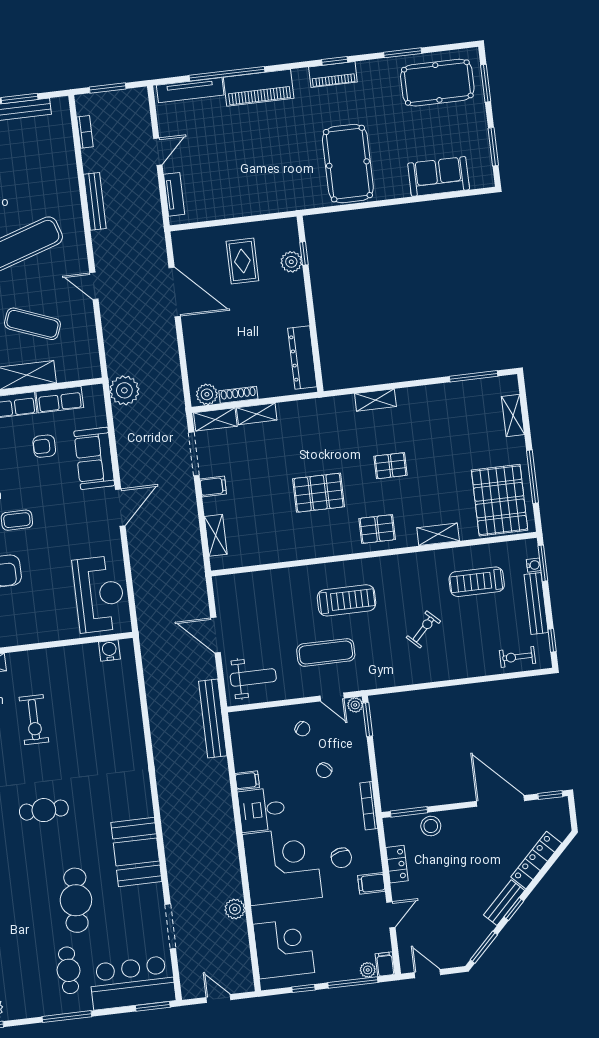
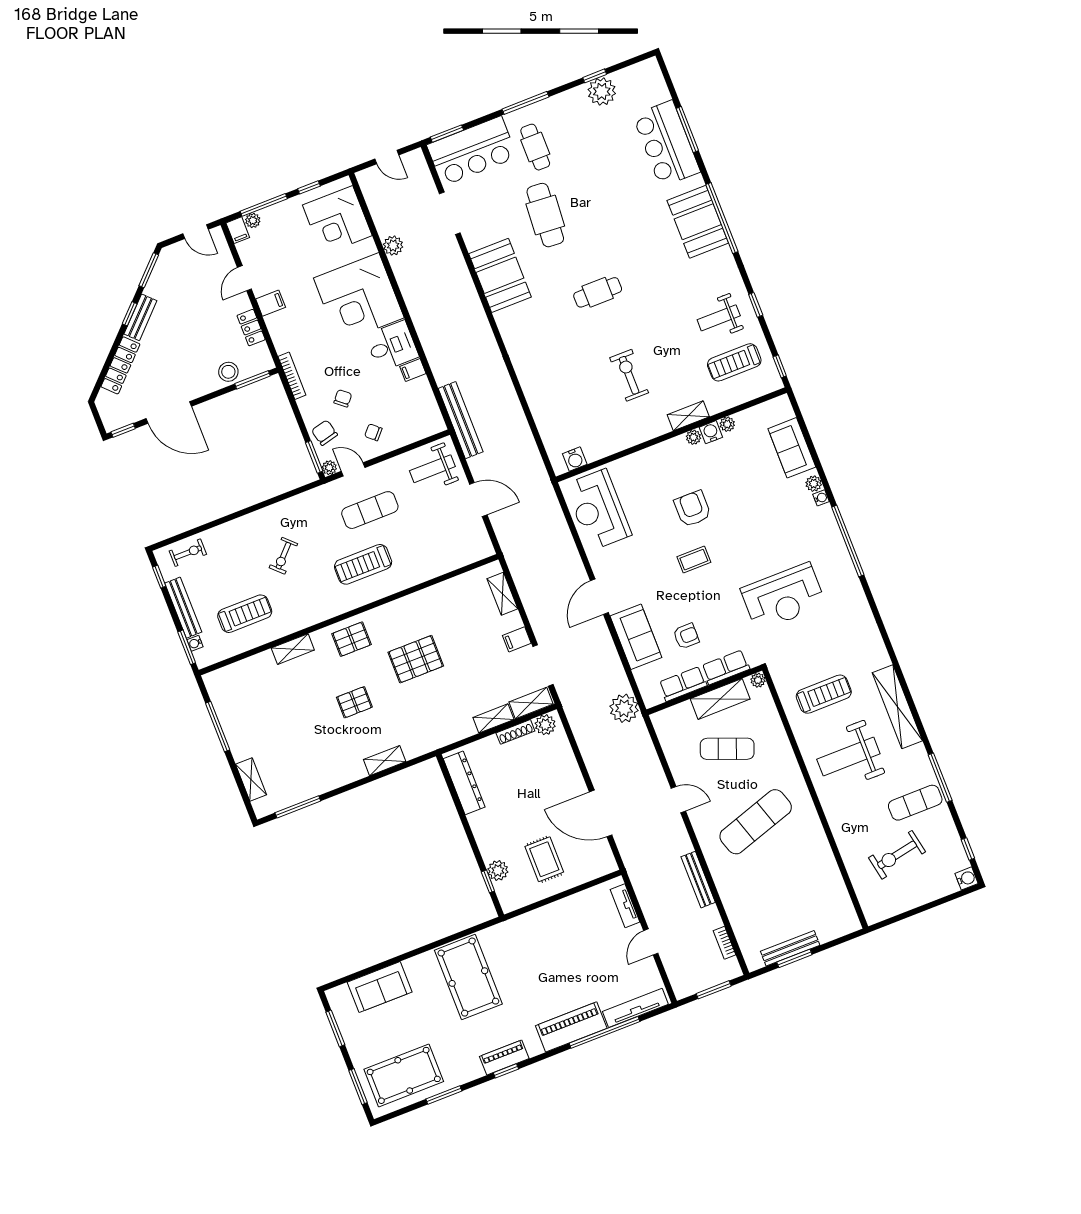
pallet: (500, 500) -> (243, 696), removed
chair: (341, 858) -> (324, 433), moved

